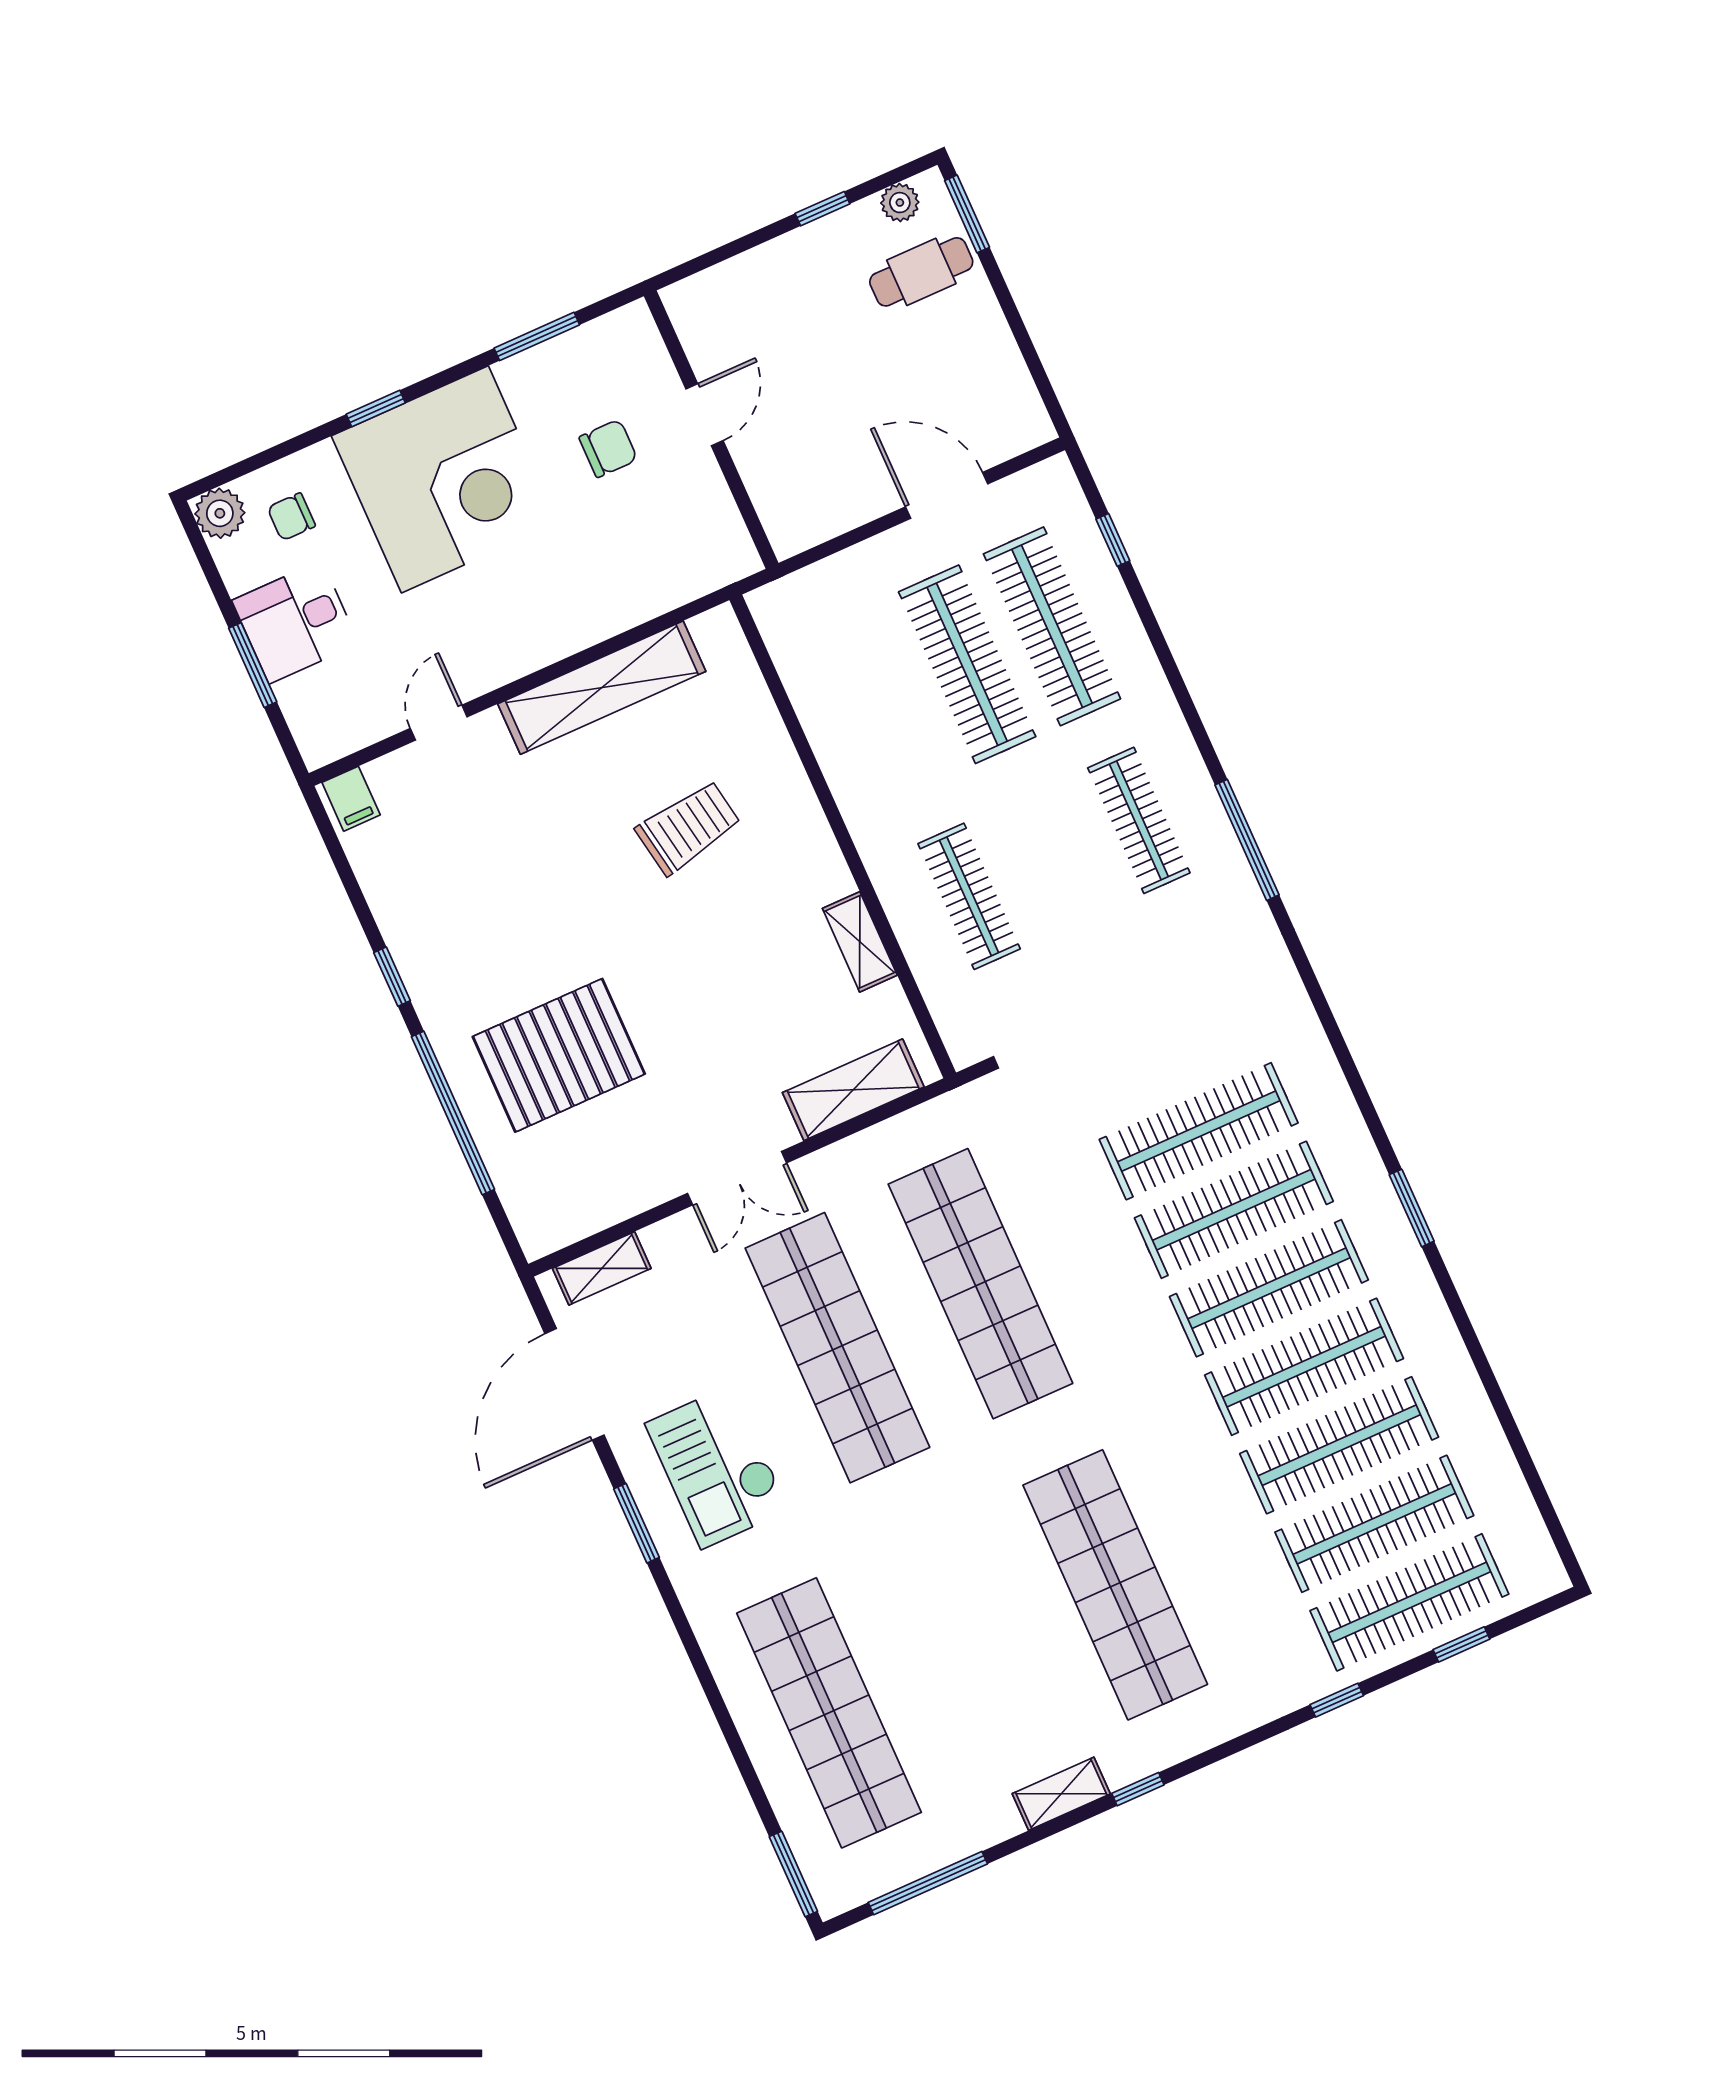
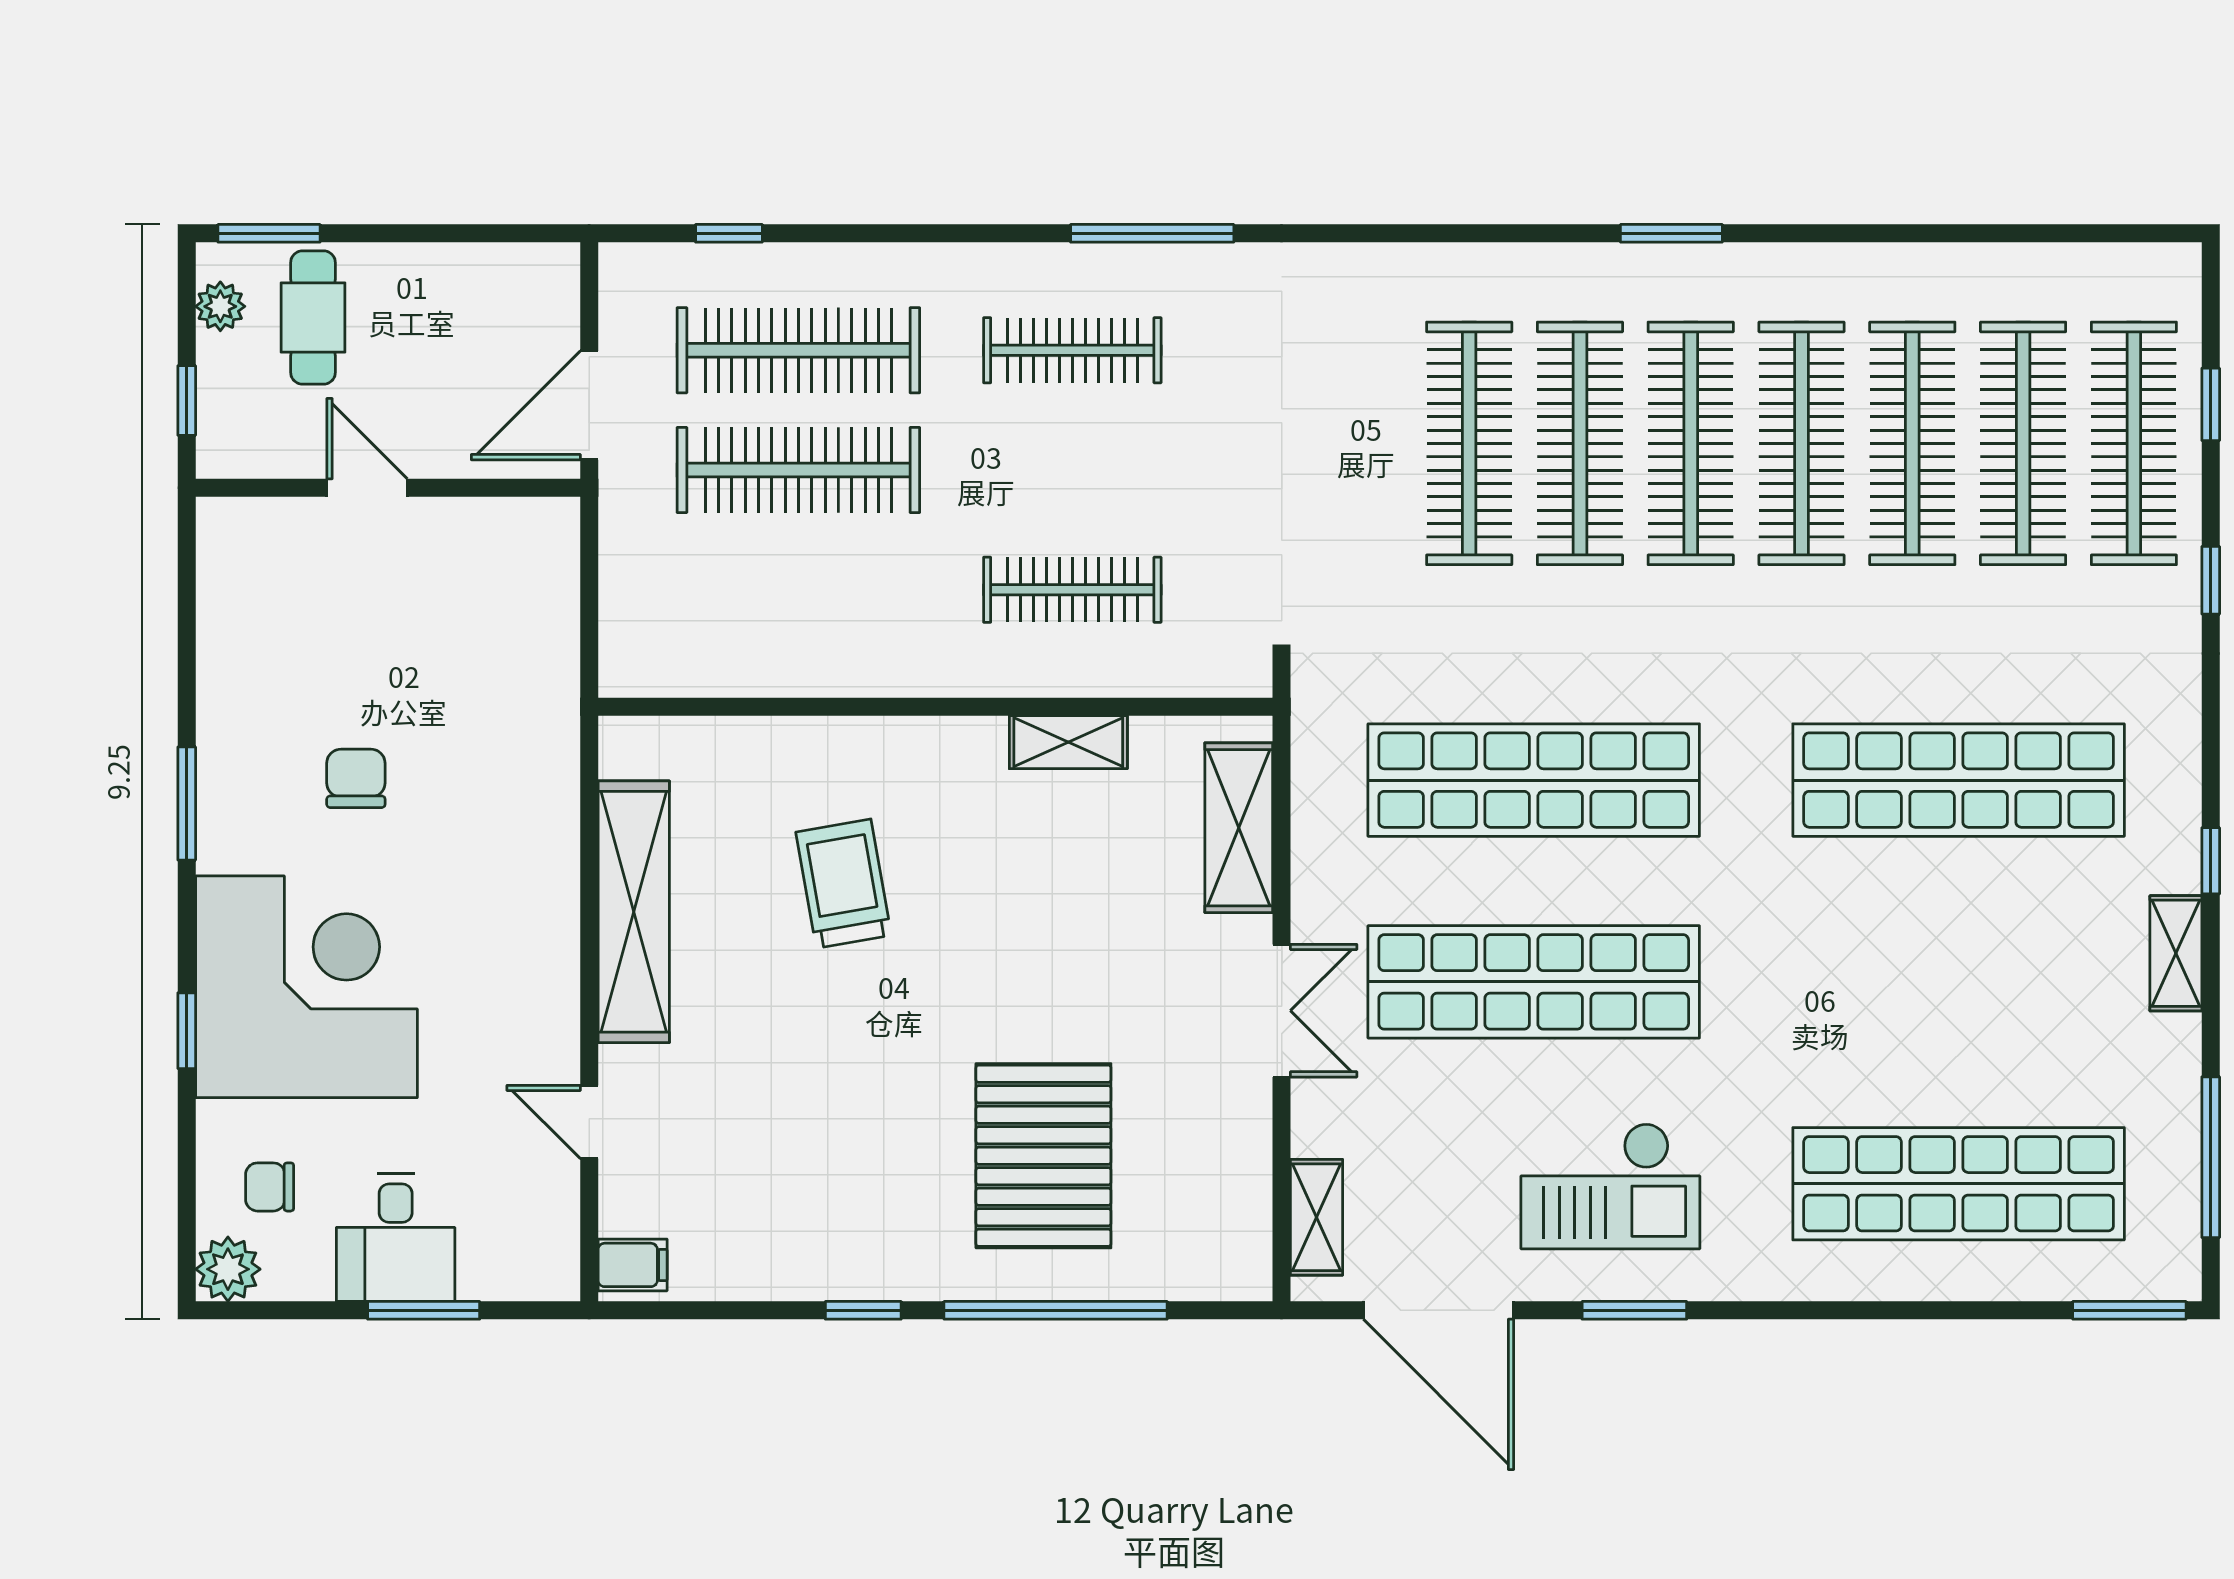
door: (705, 415) -> (367, 488), moved
wall: (711, 430) -> (388, 488), moved
chair: (291, 517) -> (270, 1187), turned 90

